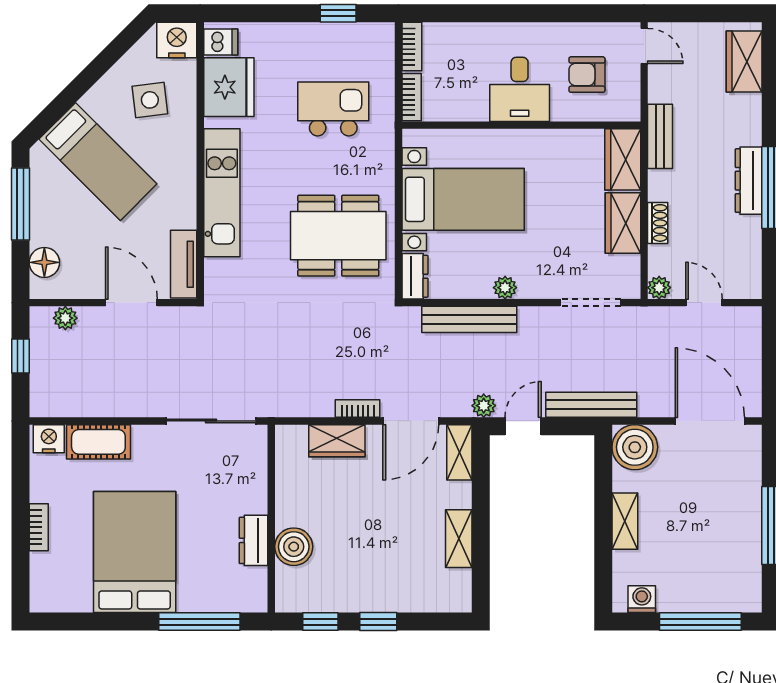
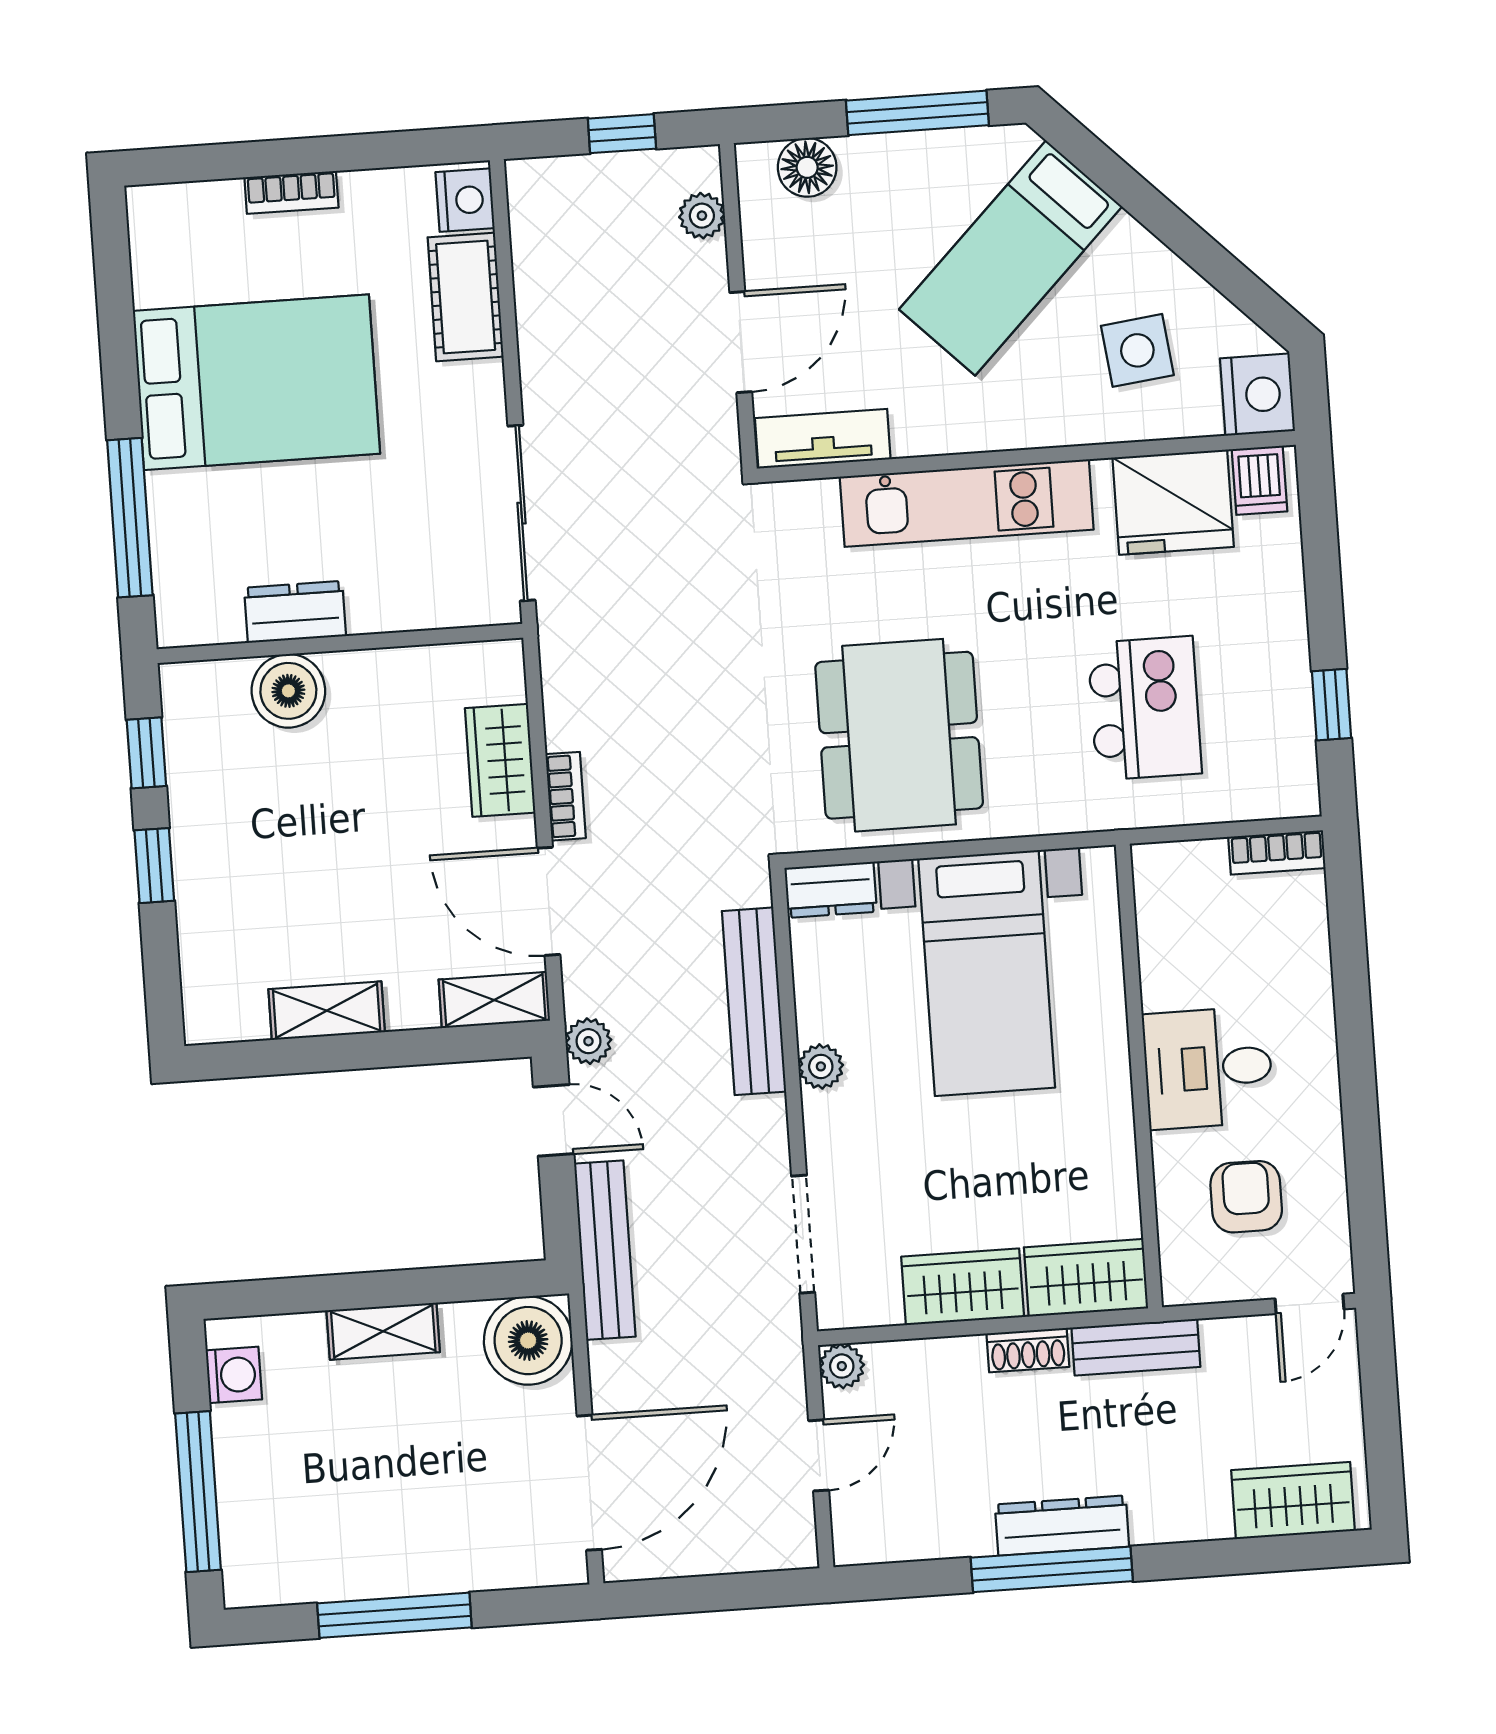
bookcase: (412, 97) -> (1179, 859), removed
shoe rack: (658, 223) -> (1028, 1350), moved

